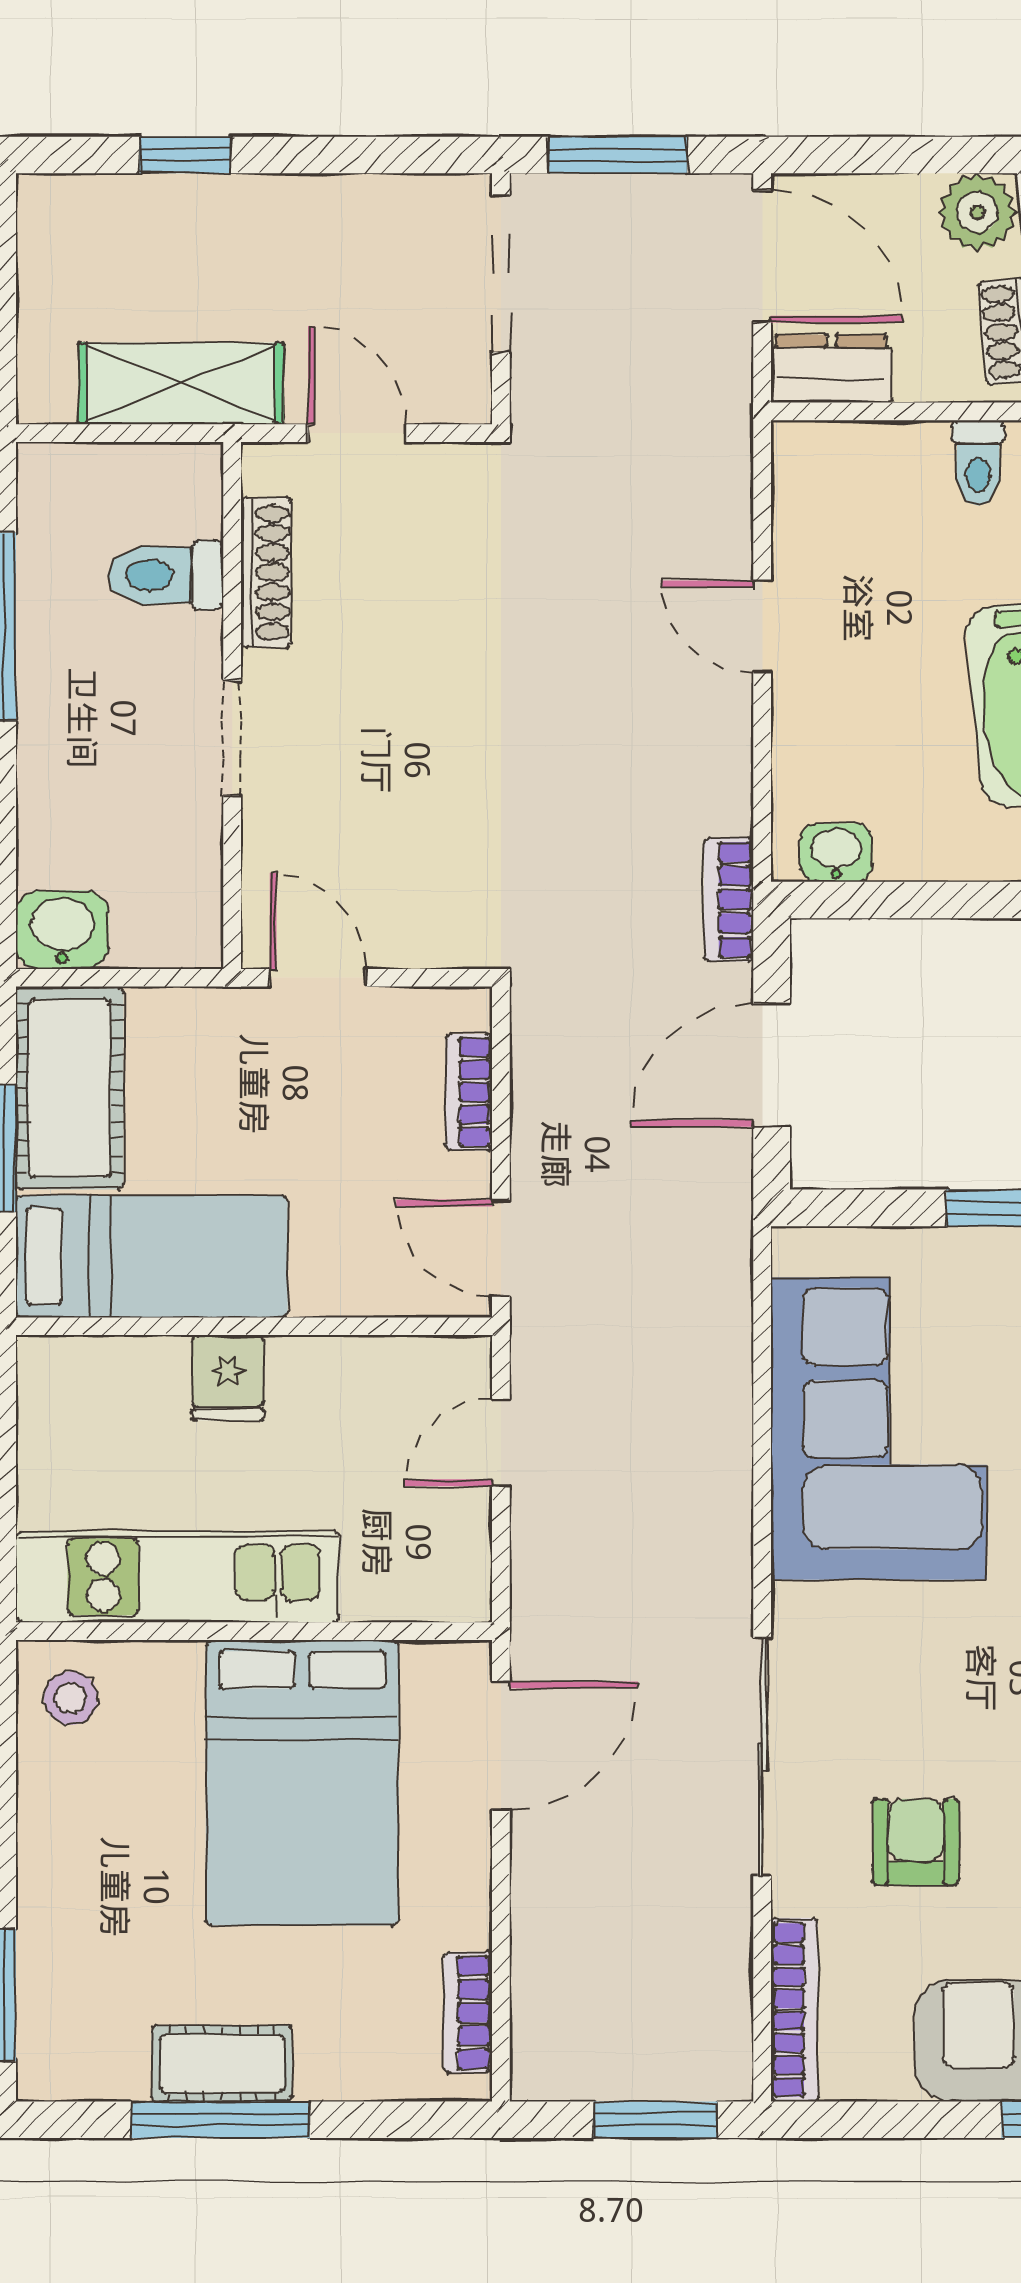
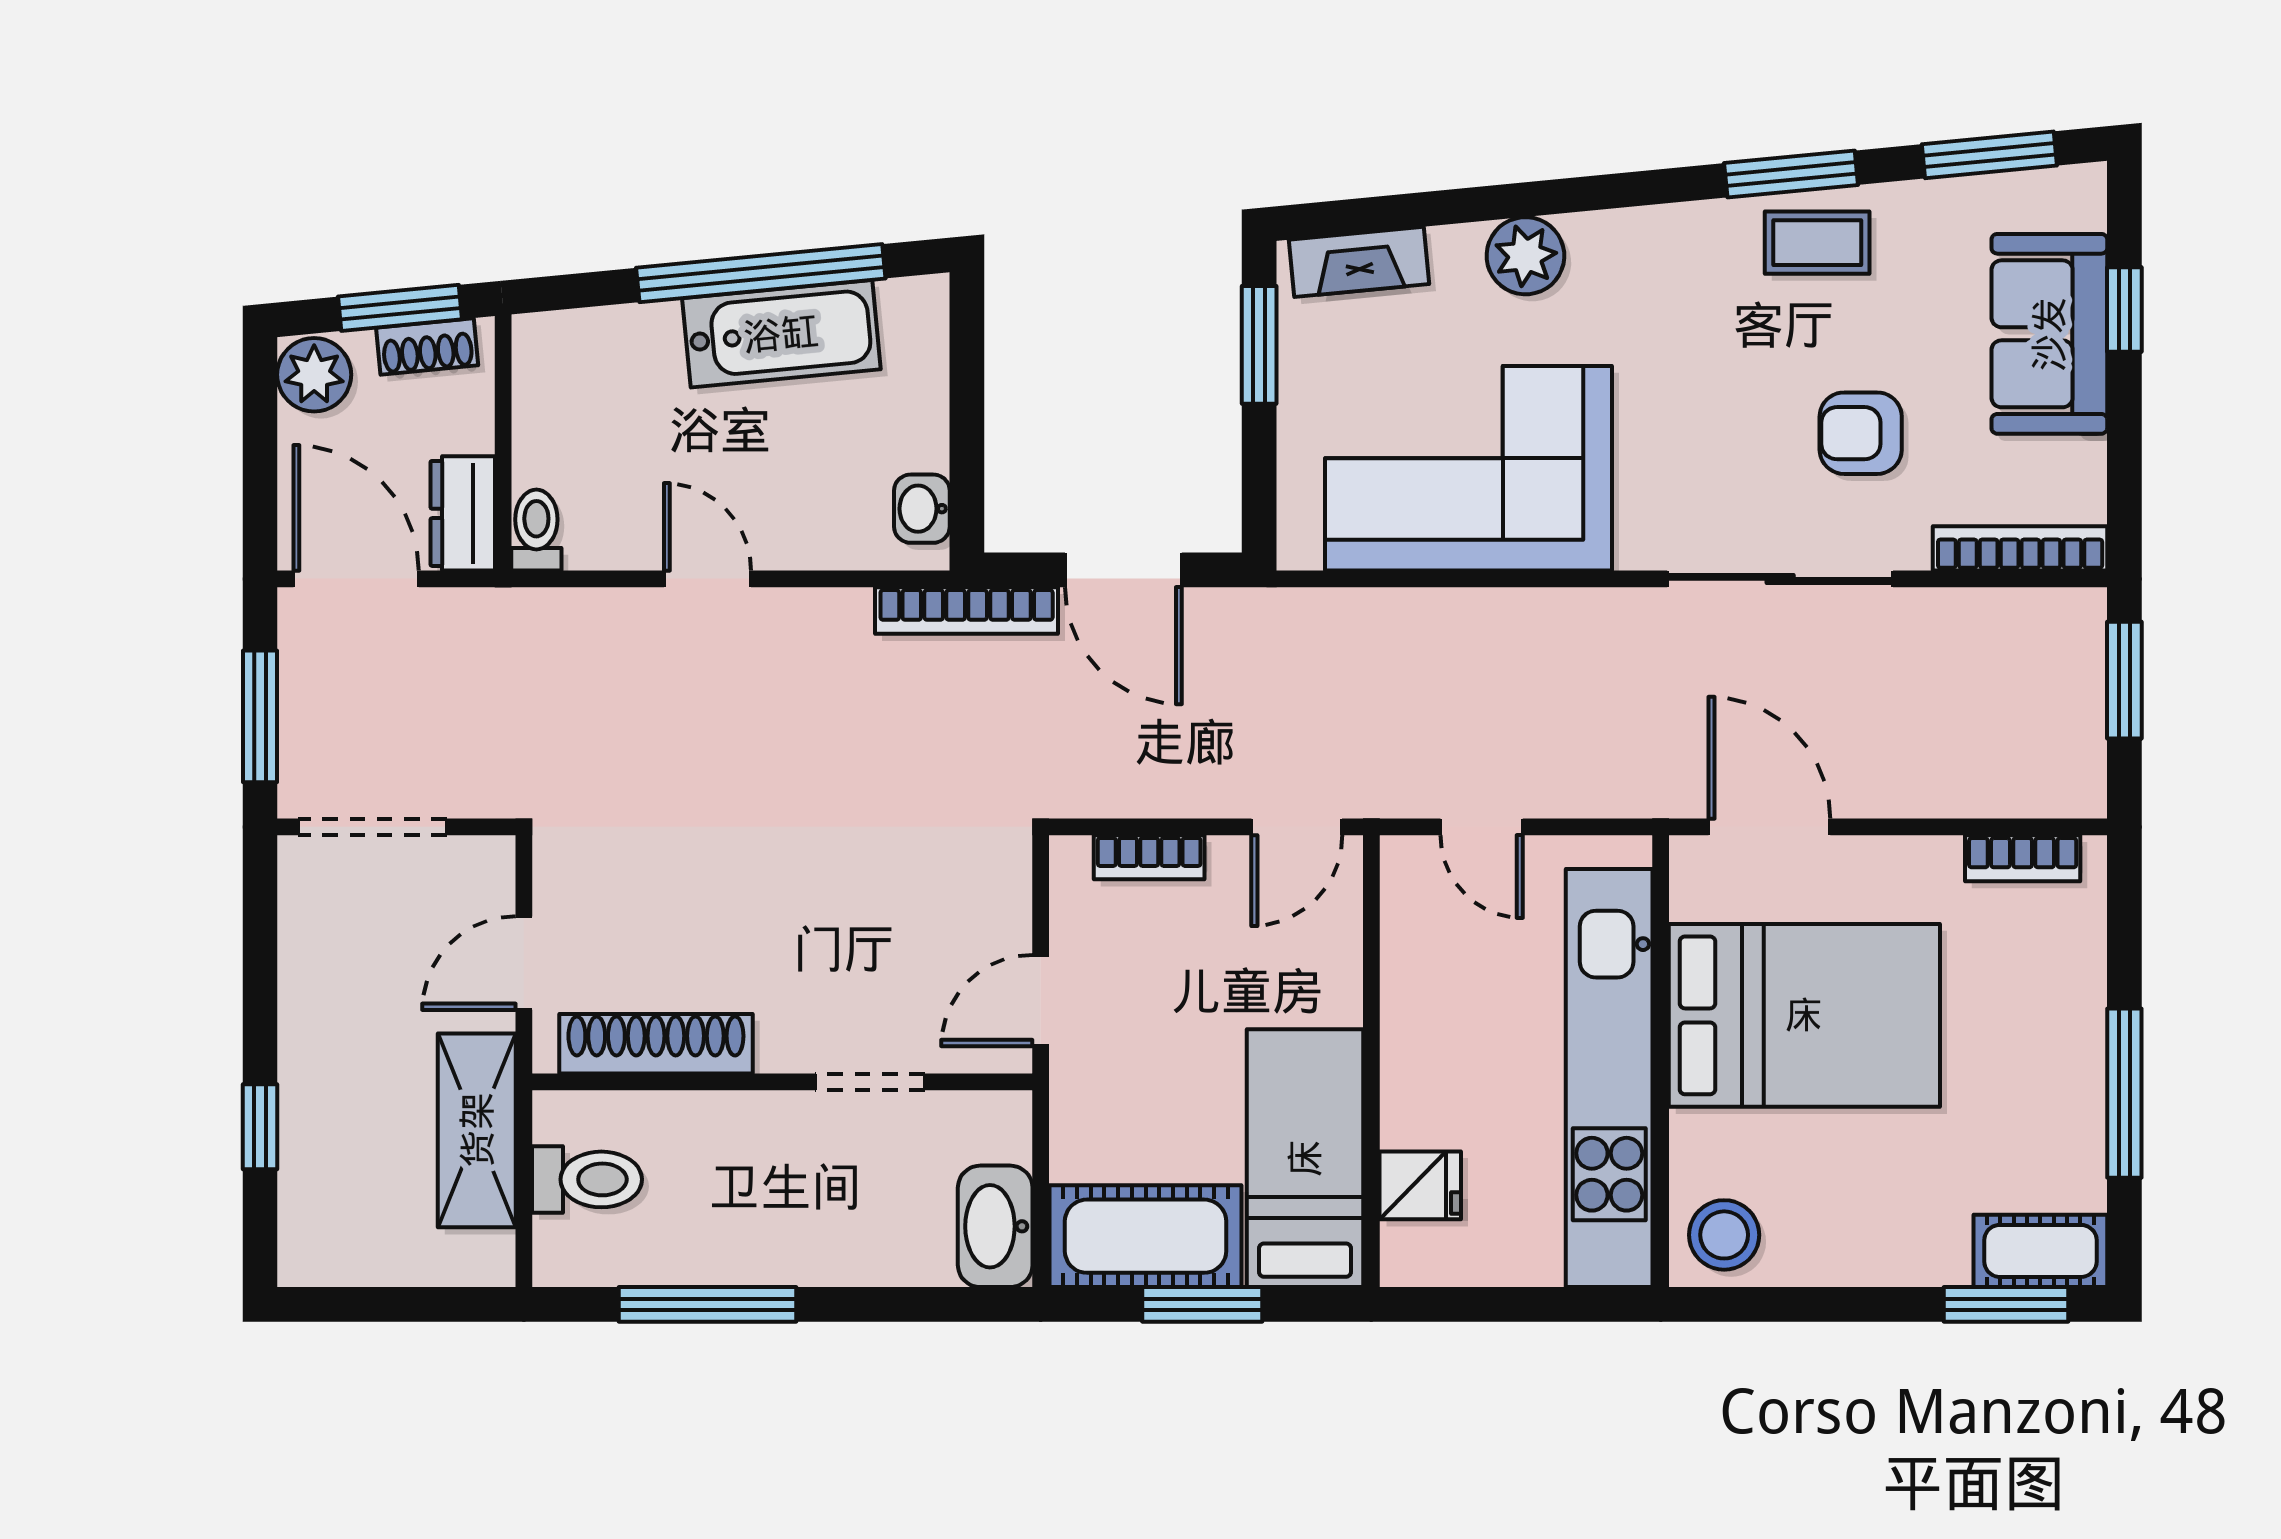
door: (762, 256) -> (356, 579), hinge flipped
toilet: (978, 463) -> (536, 530), moved, turned -90
shoe rack: (266, 572) -> (656, 1044), width x1.36, depth x1.24
toilet: (166, 575) -> (587, 1179), moved, turned -90
door: (762, 627) -> (707, 579), swing flipped
doorway: (232, 738) -> (870, 1082), moved
bookcase: (729, 900) -> (967, 611), width x1.56
washbasin: (62, 930) -> (995, 1226), width x1.38
fridge: (228, 1378) -> (1420, 1185), moved
kitchen unit: (177, 1577) -> (1609, 1078), width x1.36
stool: (71, 1698) -> (1724, 1235), width x1.37, depth x1.37
cot: (222, 2063) -> (2040, 1251), moved, turned 90

